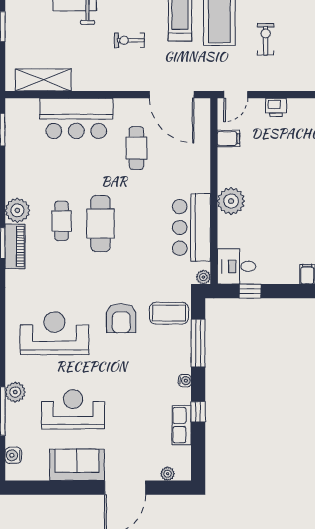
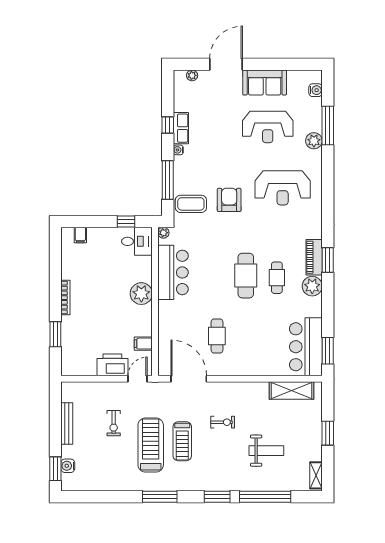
printer: (276, 107) -> (112, 365), width x1.87, depth x1.48
bar counter: (76, 118) -> (306, 347), moved, turned -90
row of seats: (182, 425) -> (181, 128), moved

